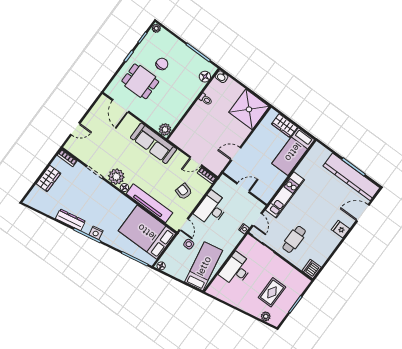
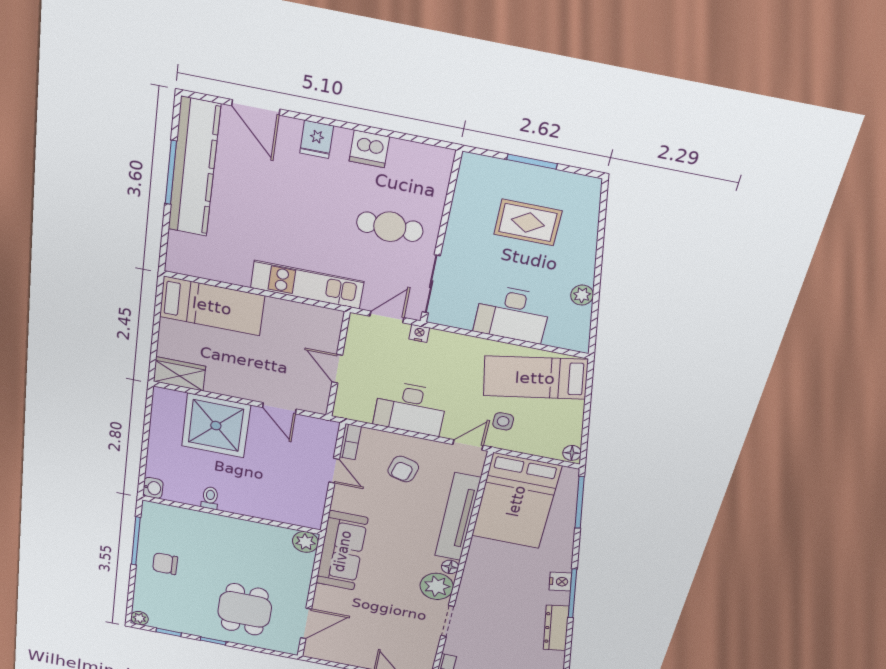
chair: (162, 64) -> (165, 564), moved
floor lamp: (205, 77) -> (171, 515), removed
shower: (249, 109) -> (216, 426), moved
wardrobe: (284, 126) -> (179, 374), moved, turned -90
dishwasher: (312, 269) -> (369, 149), moved
plant: (266, 316) -> (582, 295), moved

